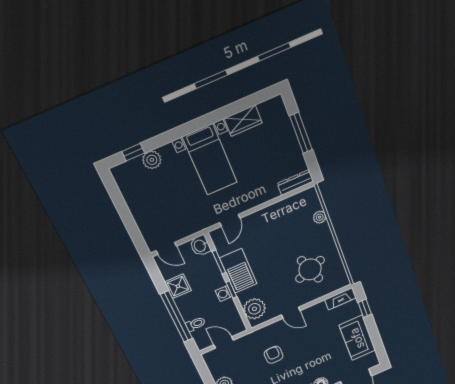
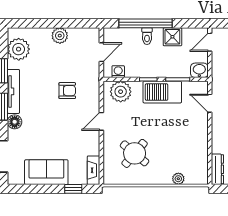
round table: (310, 269) -> (135, 153), turned -30
washing machine: (224, 294) -> (118, 72), moved
toilet: (195, 324) -> (147, 36), moved

